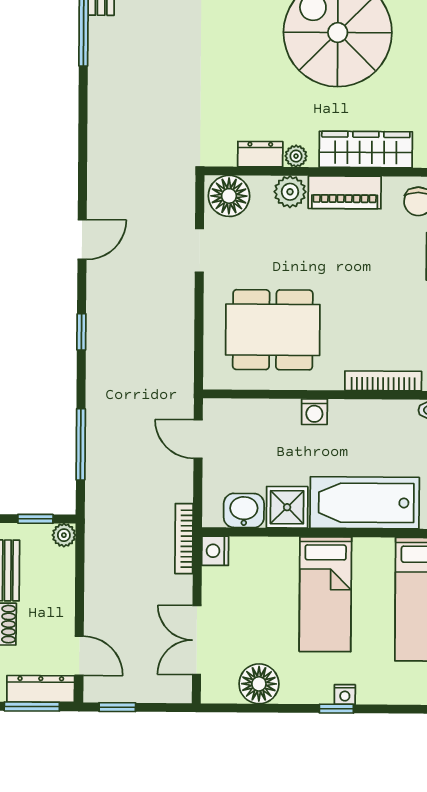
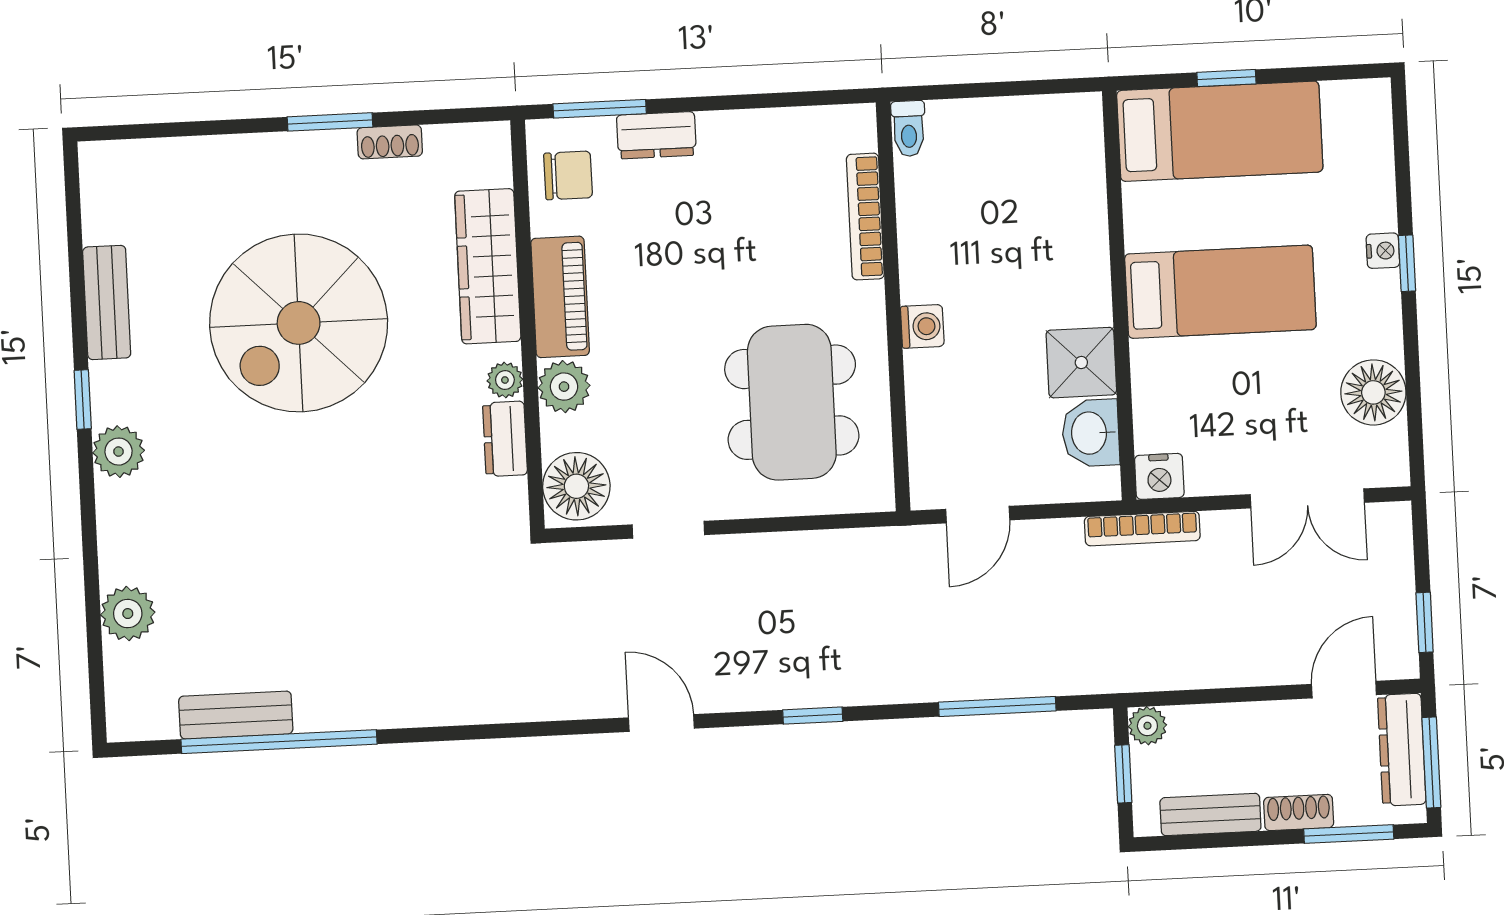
bathtub: (365, 503) -> (1067, 236), removed

